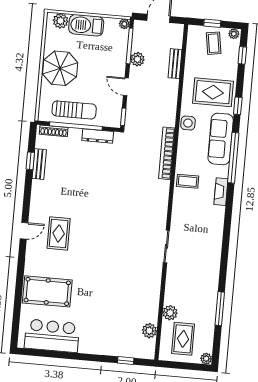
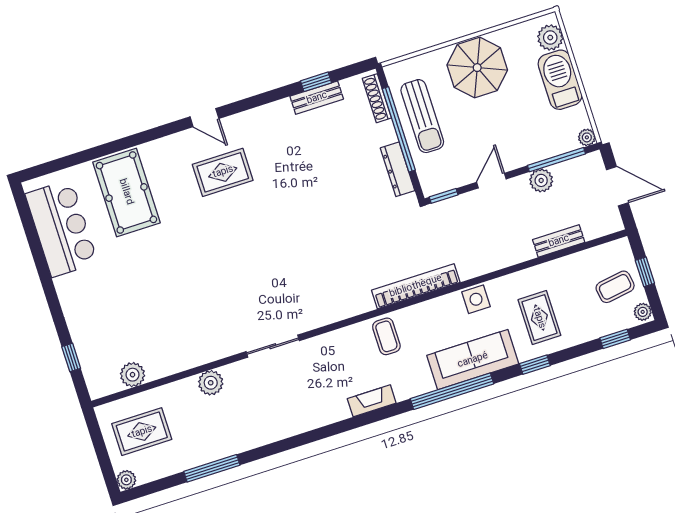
rug: (213, 92) -> (539, 318), width x0.73, depth x0.70
fireplace: (221, 192) -> (372, 401), moved
plant: (170, 313) -> (211, 383), moved

